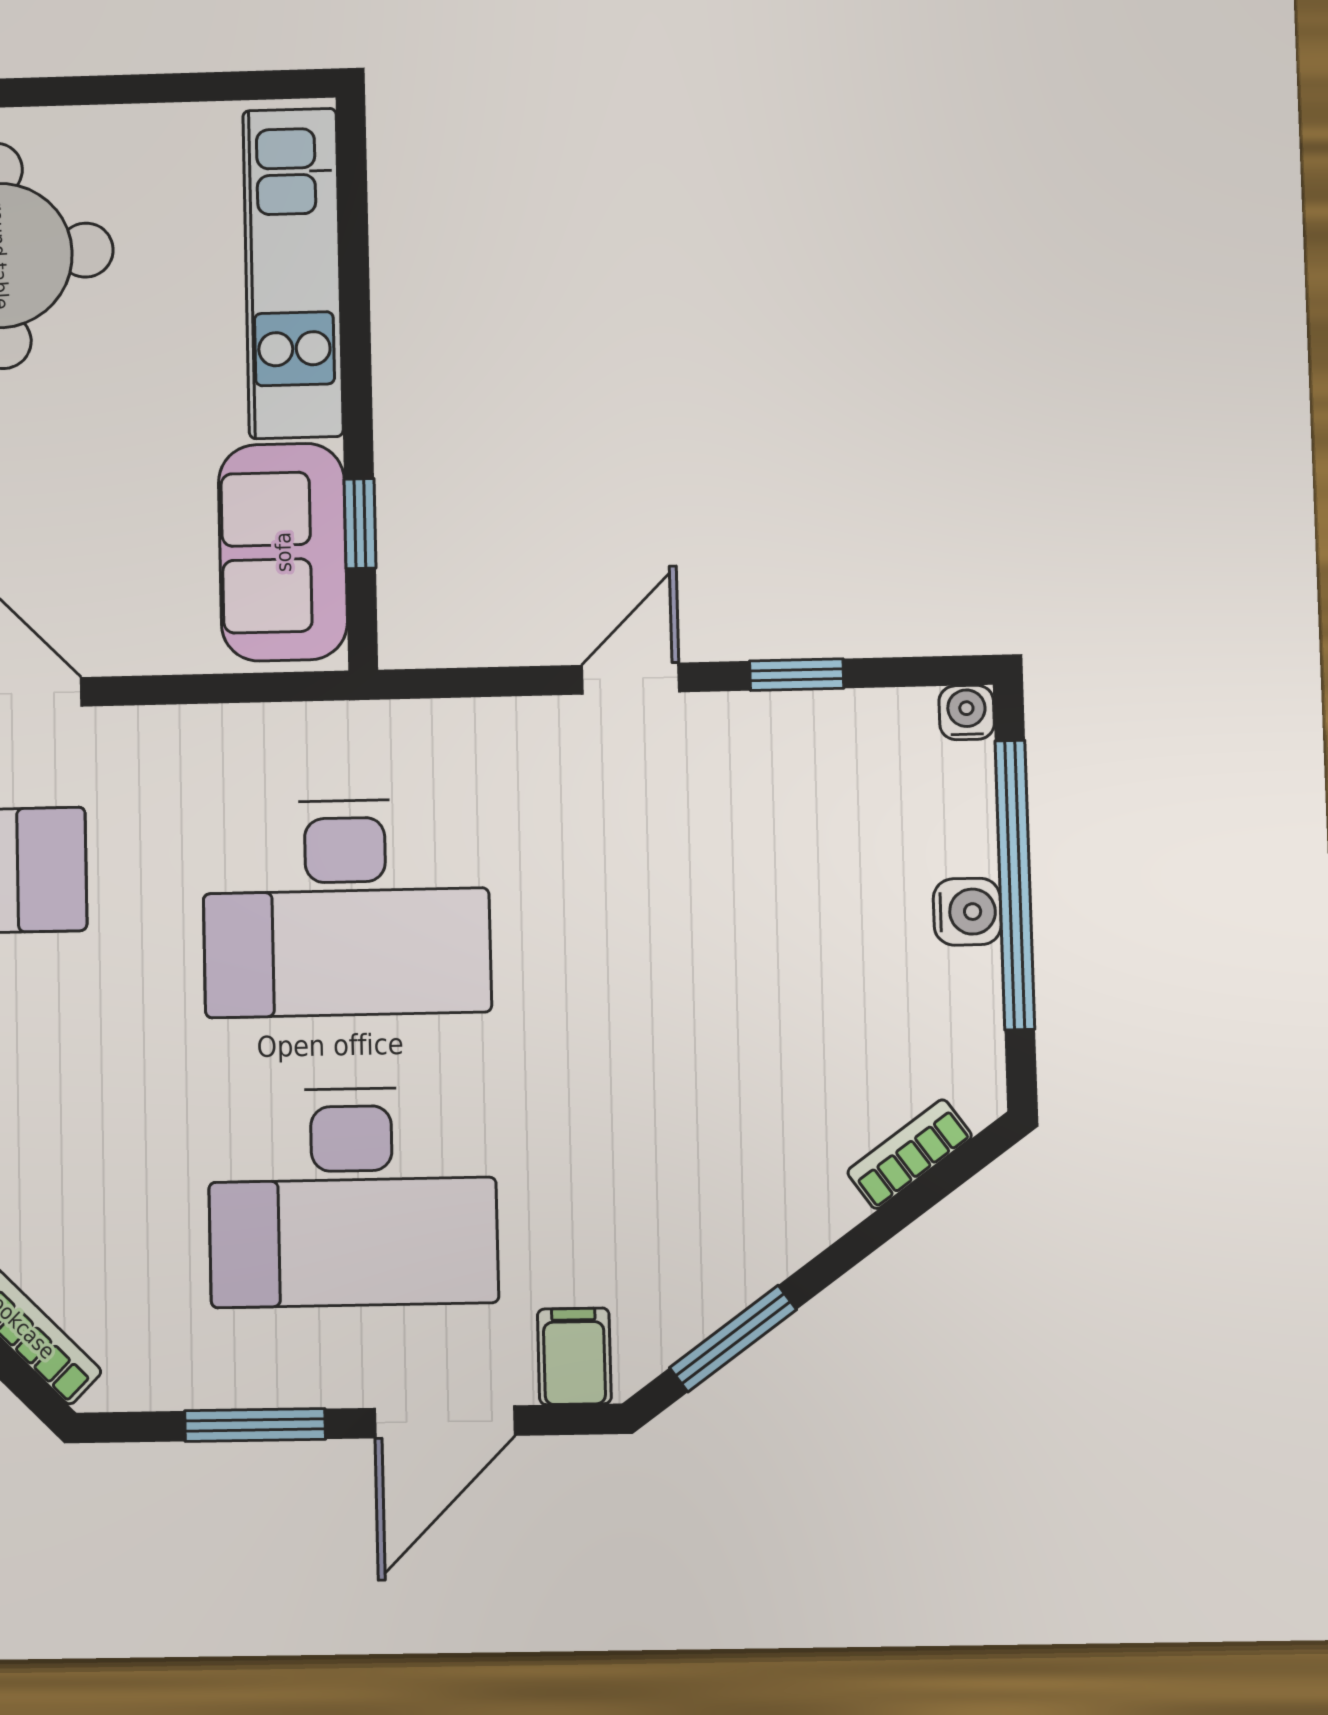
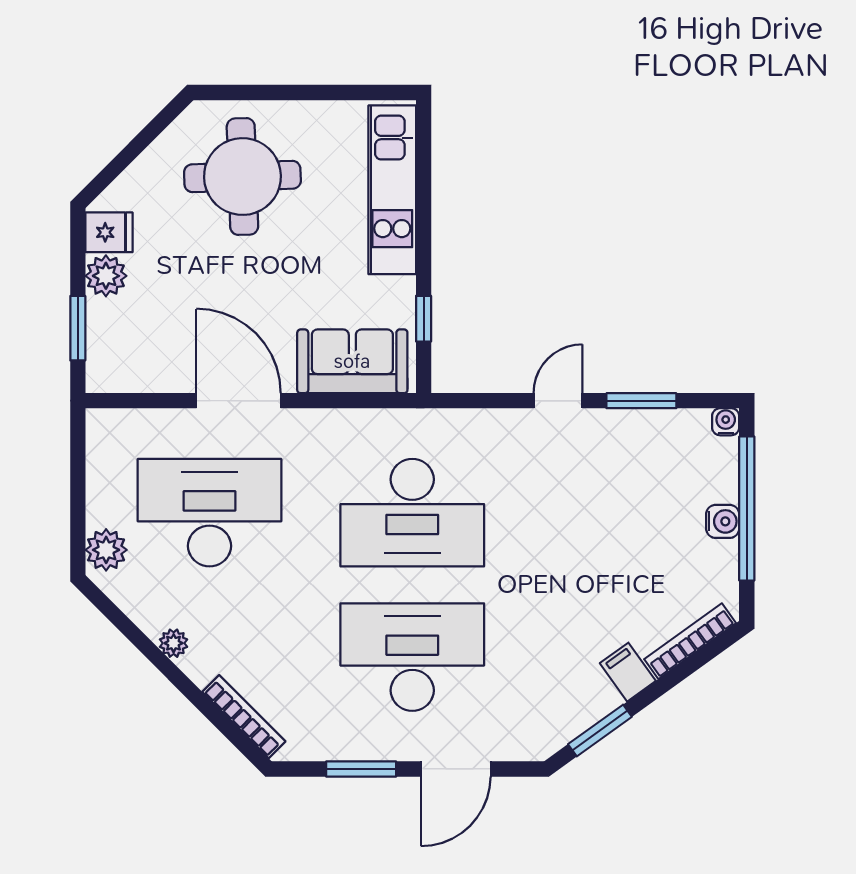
sofa: (283, 552) -> (352, 361), moved, turned 90
window: (797, 675) -> (641, 401), width x1.50
bookcase: (910, 1154) -> (690, 641), width x1.56
desk: (353, 1197) -> (412, 657), turned 180
filing cabinet: (574, 1356) -> (628, 672), moved, turned -36

